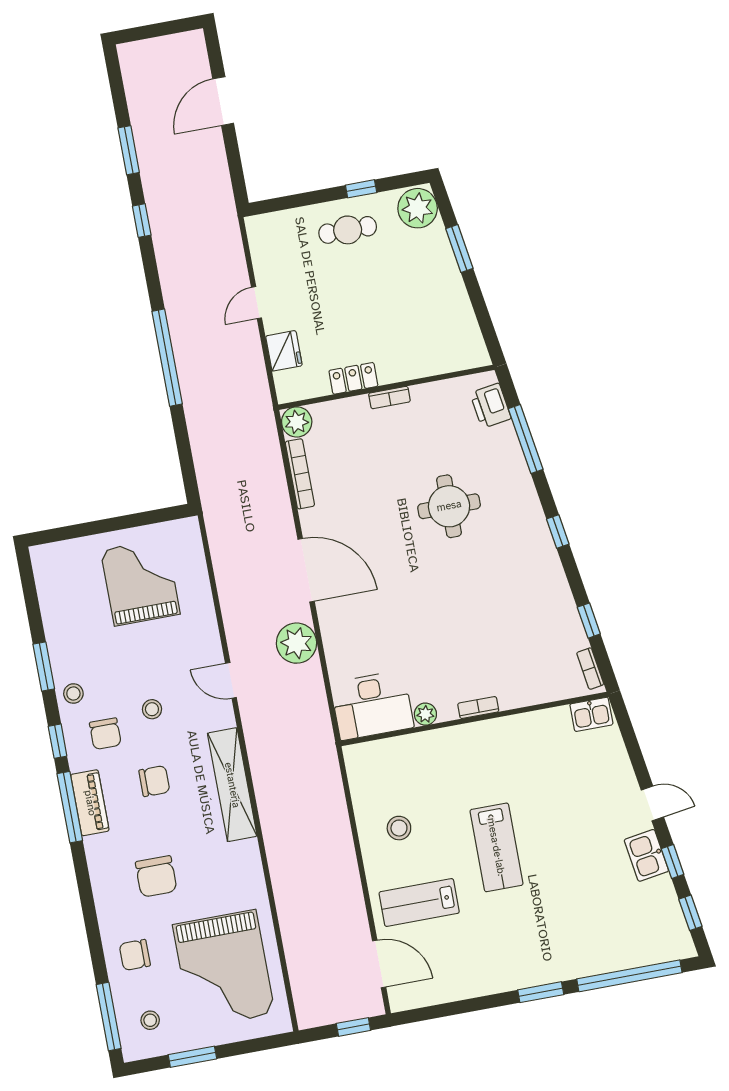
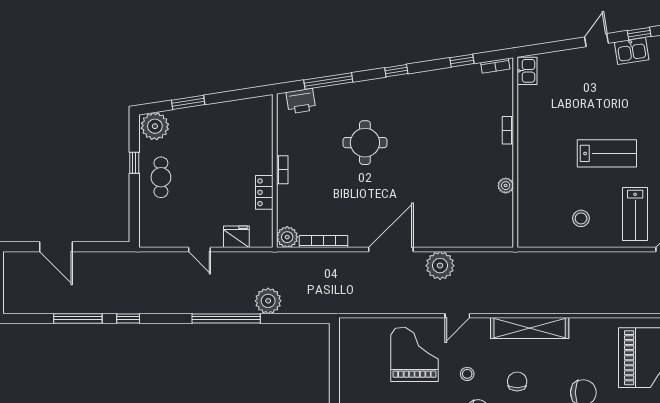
window: (129, 150) -> (78, 318), width x1.44
plant: (203, 412) -> (268, 301), added
grand piano: (140, 582) -> (414, 354), moved, turned 90
desk: (372, 705) -> (493, 221), removed
bookcase: (478, 708) -> (508, 130), moved

